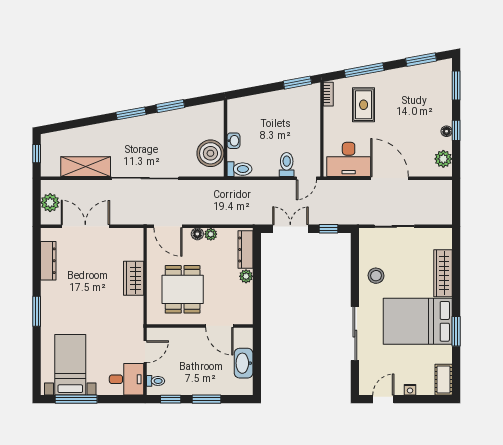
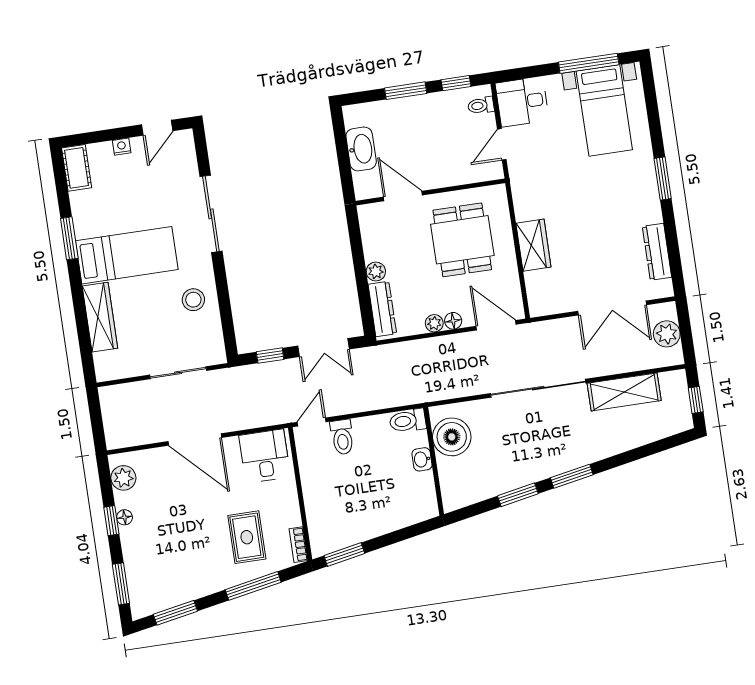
desk: (349, 159) -> (265, 456), width x0.73
bed: (418, 321) -> (127, 255), width x0.67

